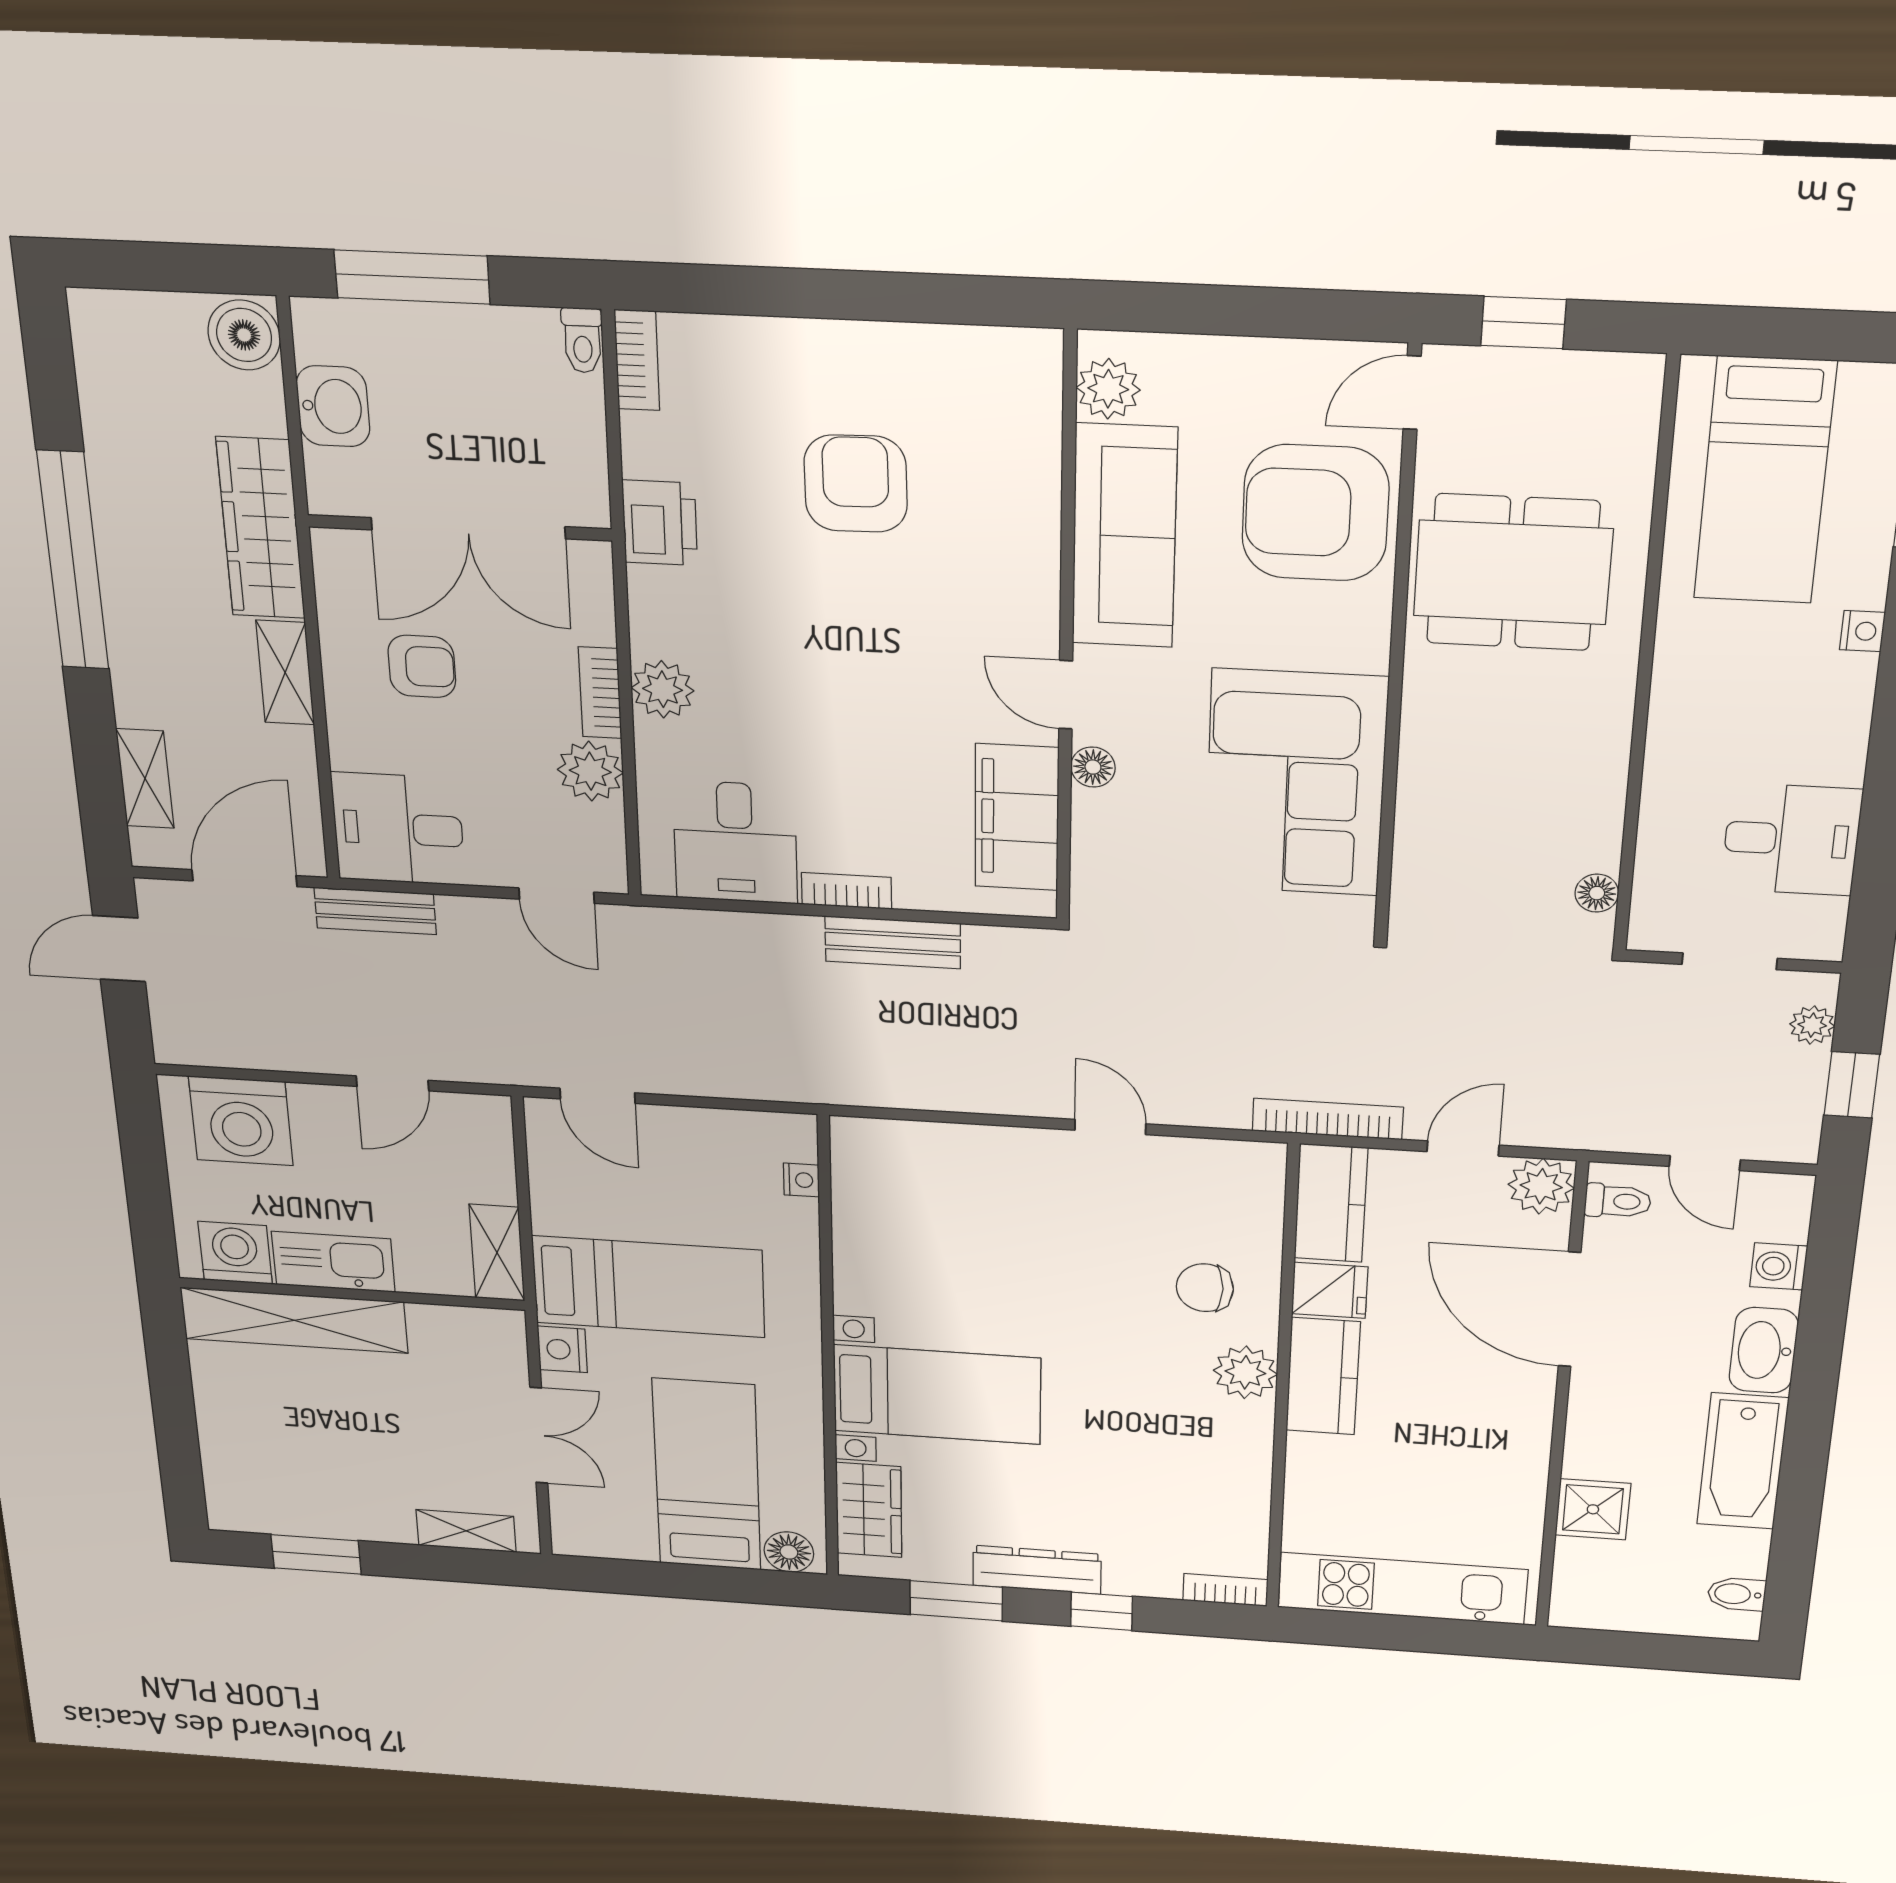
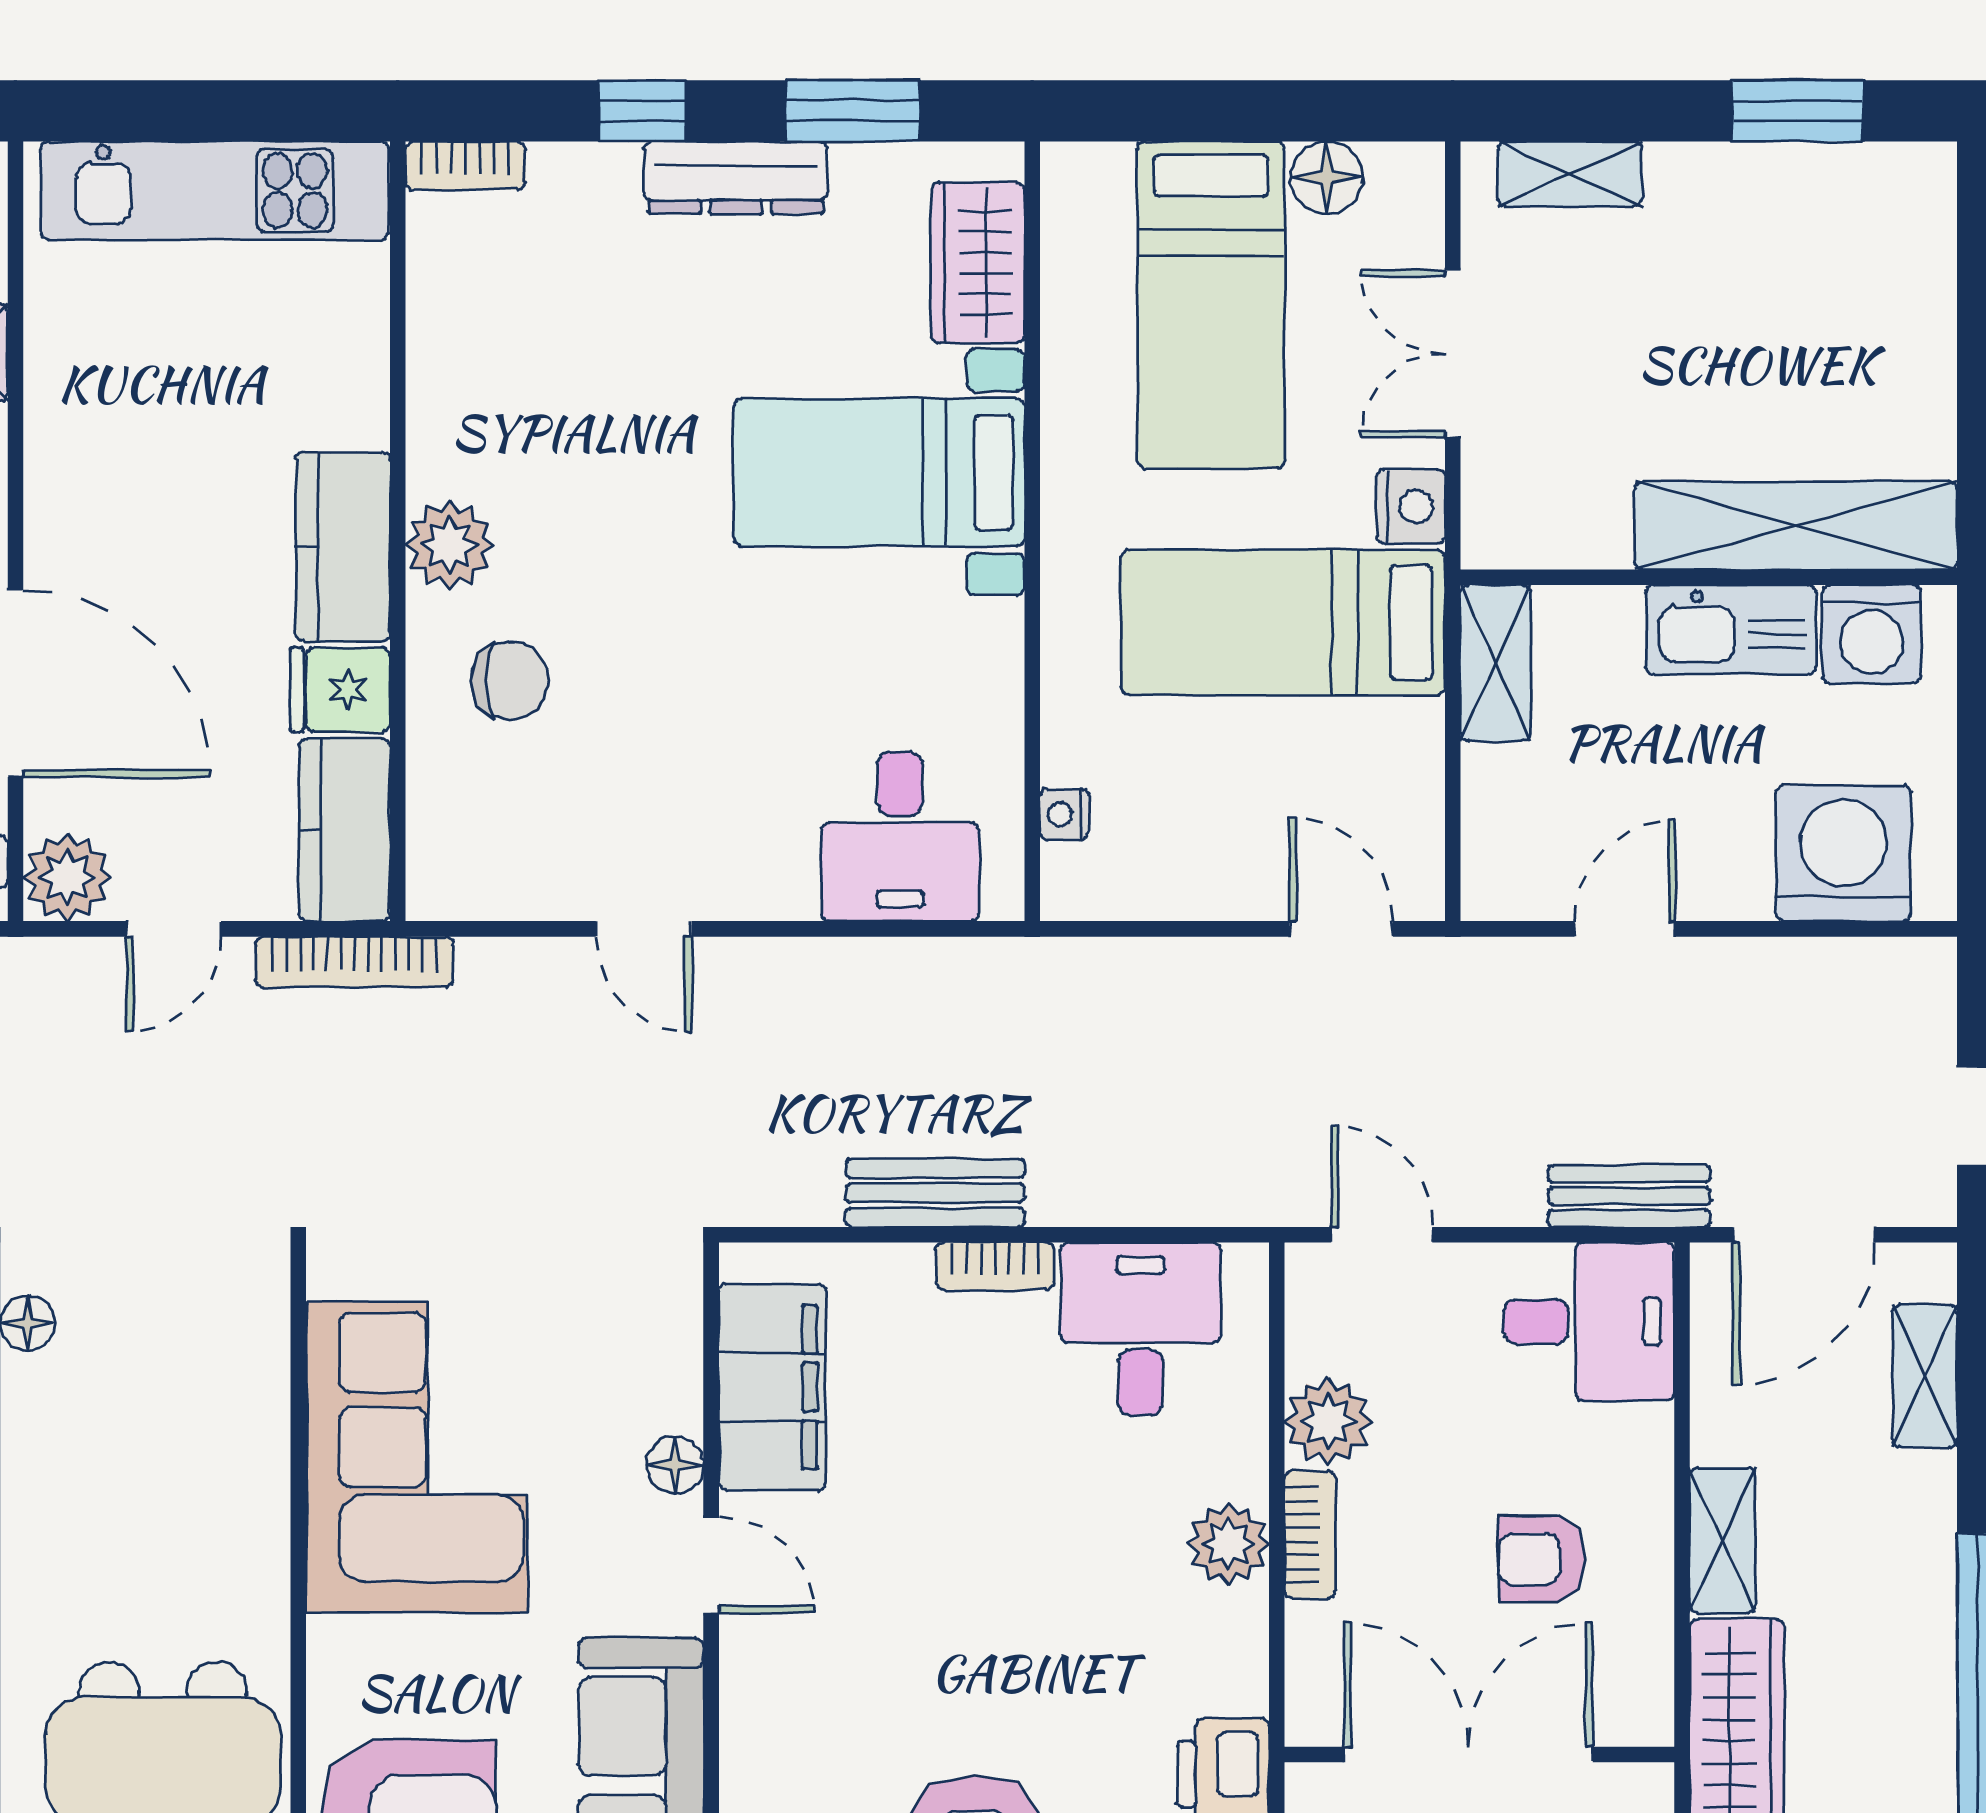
desk: (921, 1174) -> (900, 836), added
floor lamp: (789, 1552) -> (1327, 178), moved

